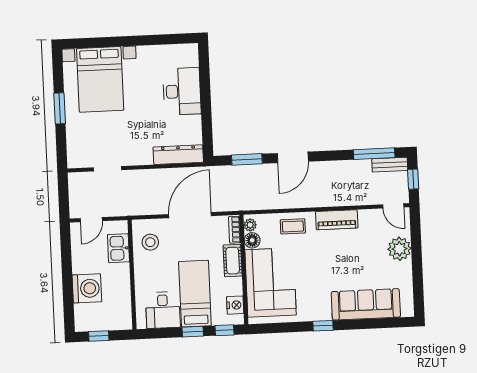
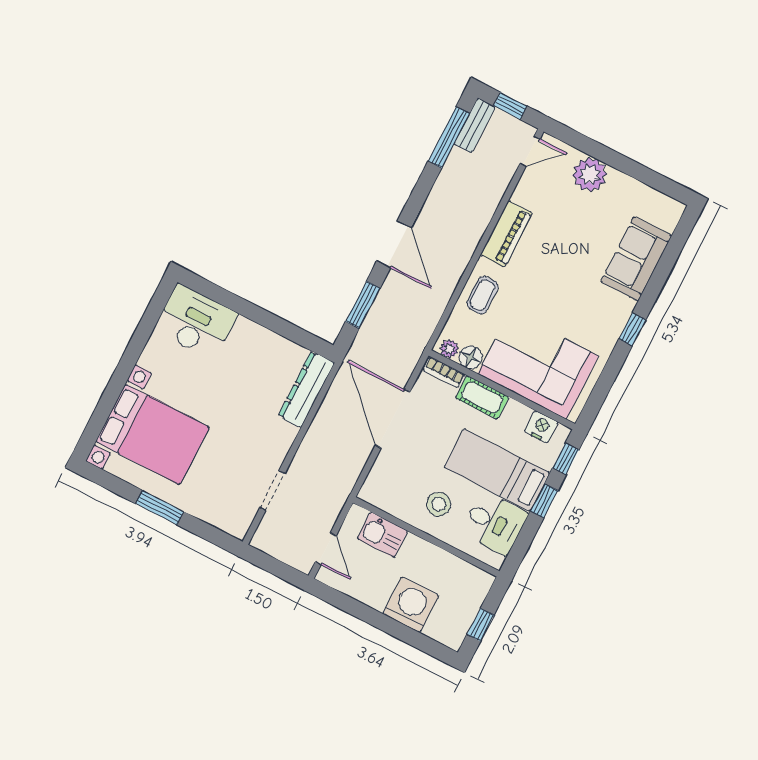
desk: (182, 91) -> (196, 322), moved
stool: (150, 242) -> (439, 504), moved
sofa: (366, 304) -> (636, 259), width x0.73

